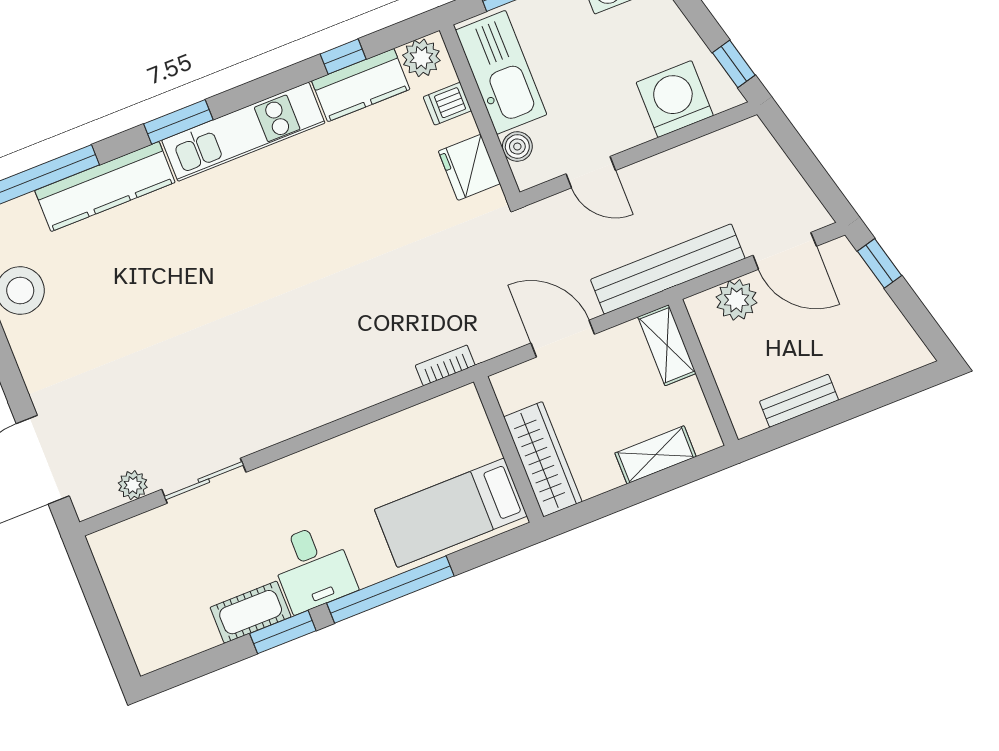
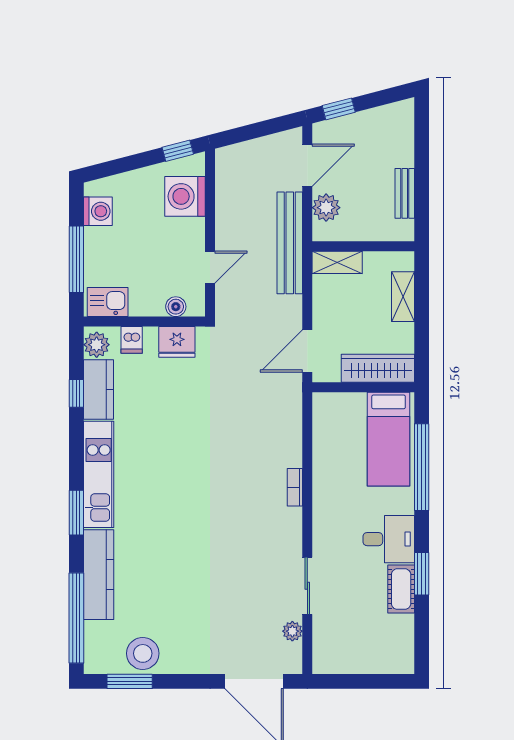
kitchen sink: (501, 72) -> (108, 302), width x0.53, depth x0.81
door: (563, 339) -> (307, 351), moved
bookcase: (445, 365) -> (295, 487), moved
window: (390, 589) -> (422, 467), moved

